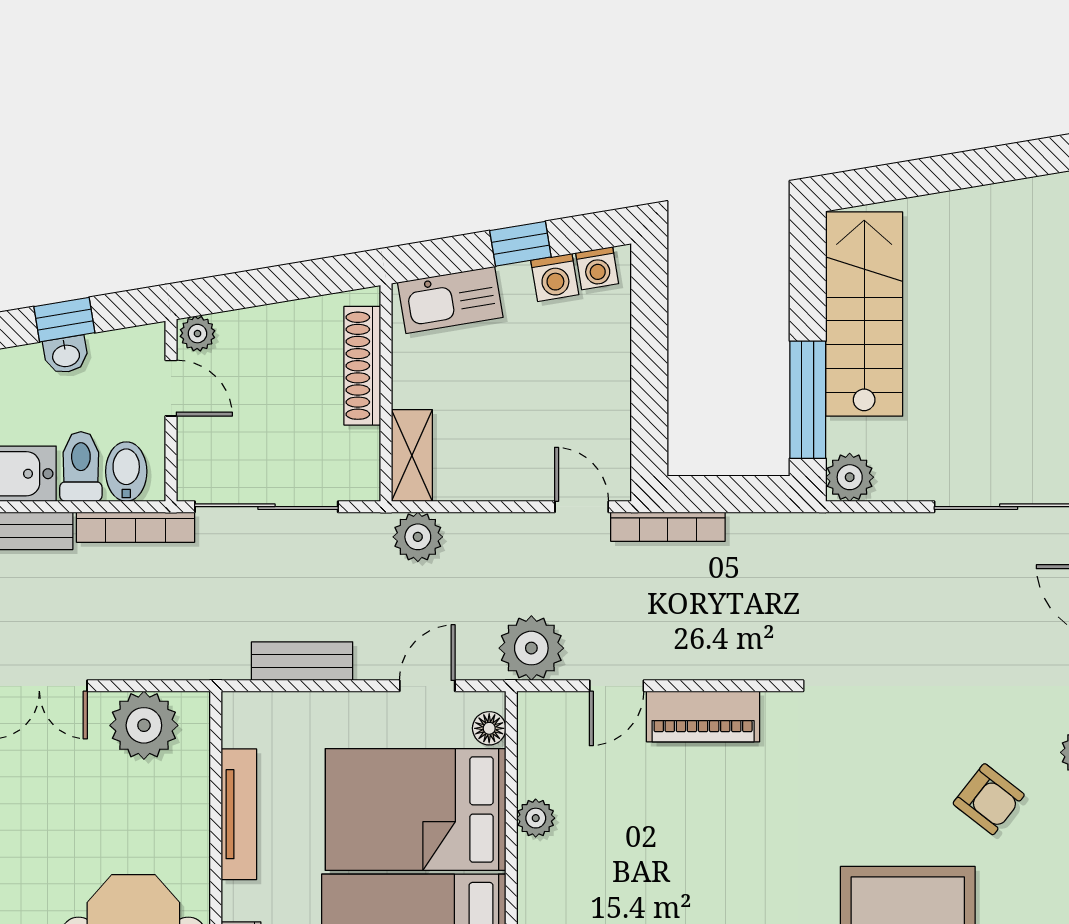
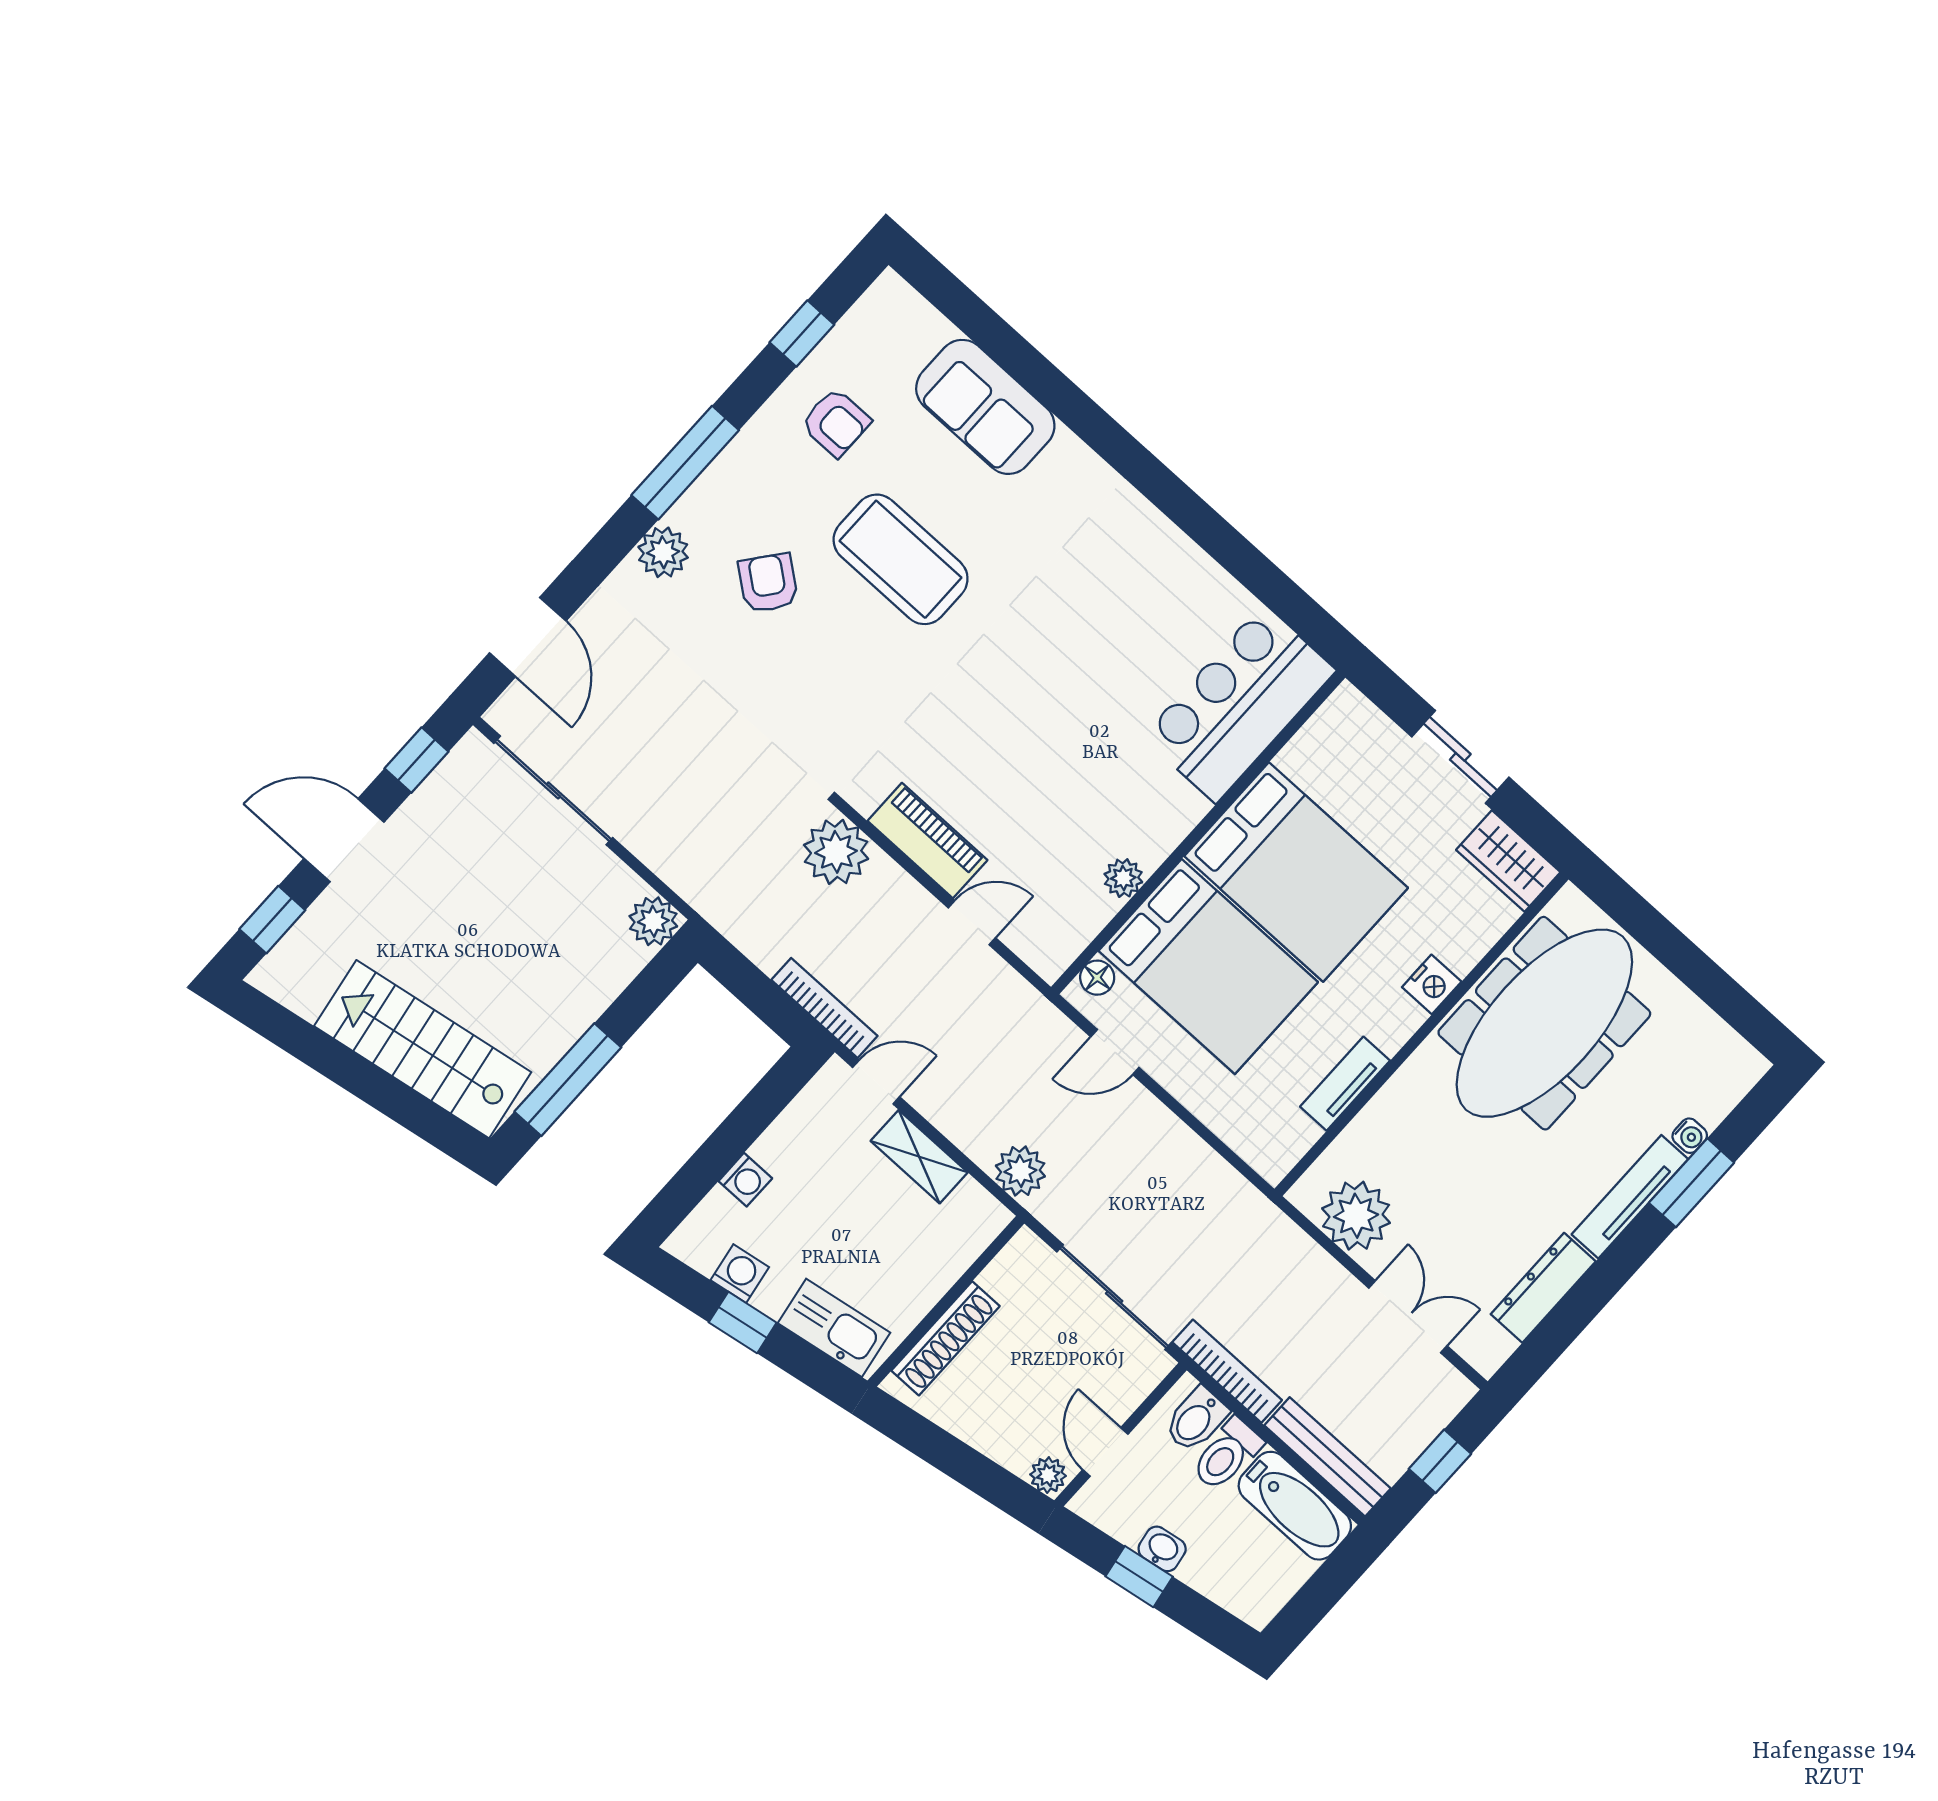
washing machine: (597, 268) -> (745, 1180), moved, turned 99
stairs: (864, 314) -> (423, 1049), moved, turned 81
window: (808, 400) -> (568, 1080), moved
shelving: (412, 455) -> (919, 1157), moved, turned 90
door: (582, 507) -> (876, 1082), swing flipped
plant: (531, 648) -> (836, 852), moved
bench: (302, 661) -> (1193, 1156), removed
tv unit: (239, 814) -> (1345, 1084), width x0.71

